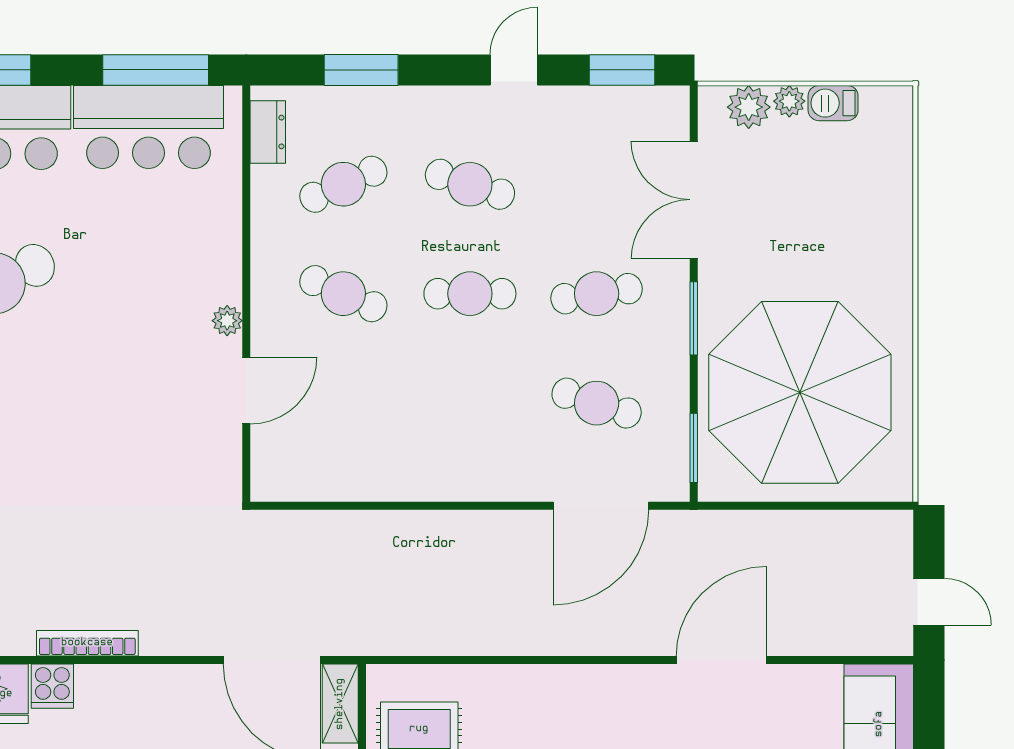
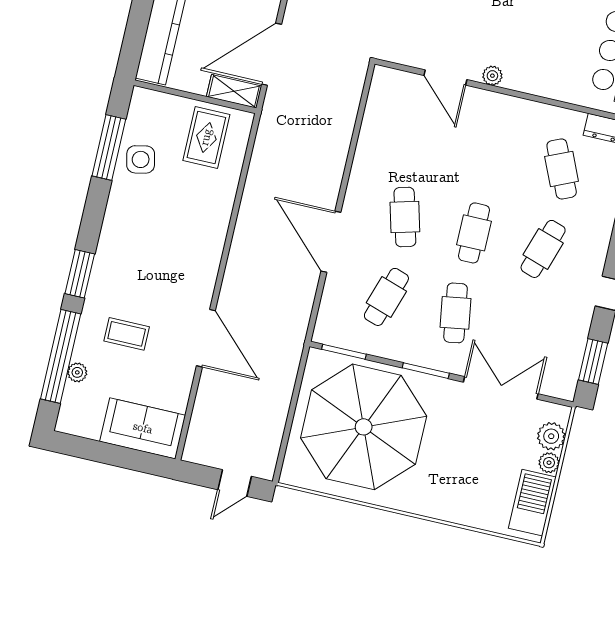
barbecue: (833, 103) -> (532, 503), width x1.88, depth x1.53
cafe table: (343, 294) -> (405, 217), moved, turned -39
door: (601, 506) -> (331, 242), moved
door: (929, 602) -> (235, 483), moved

